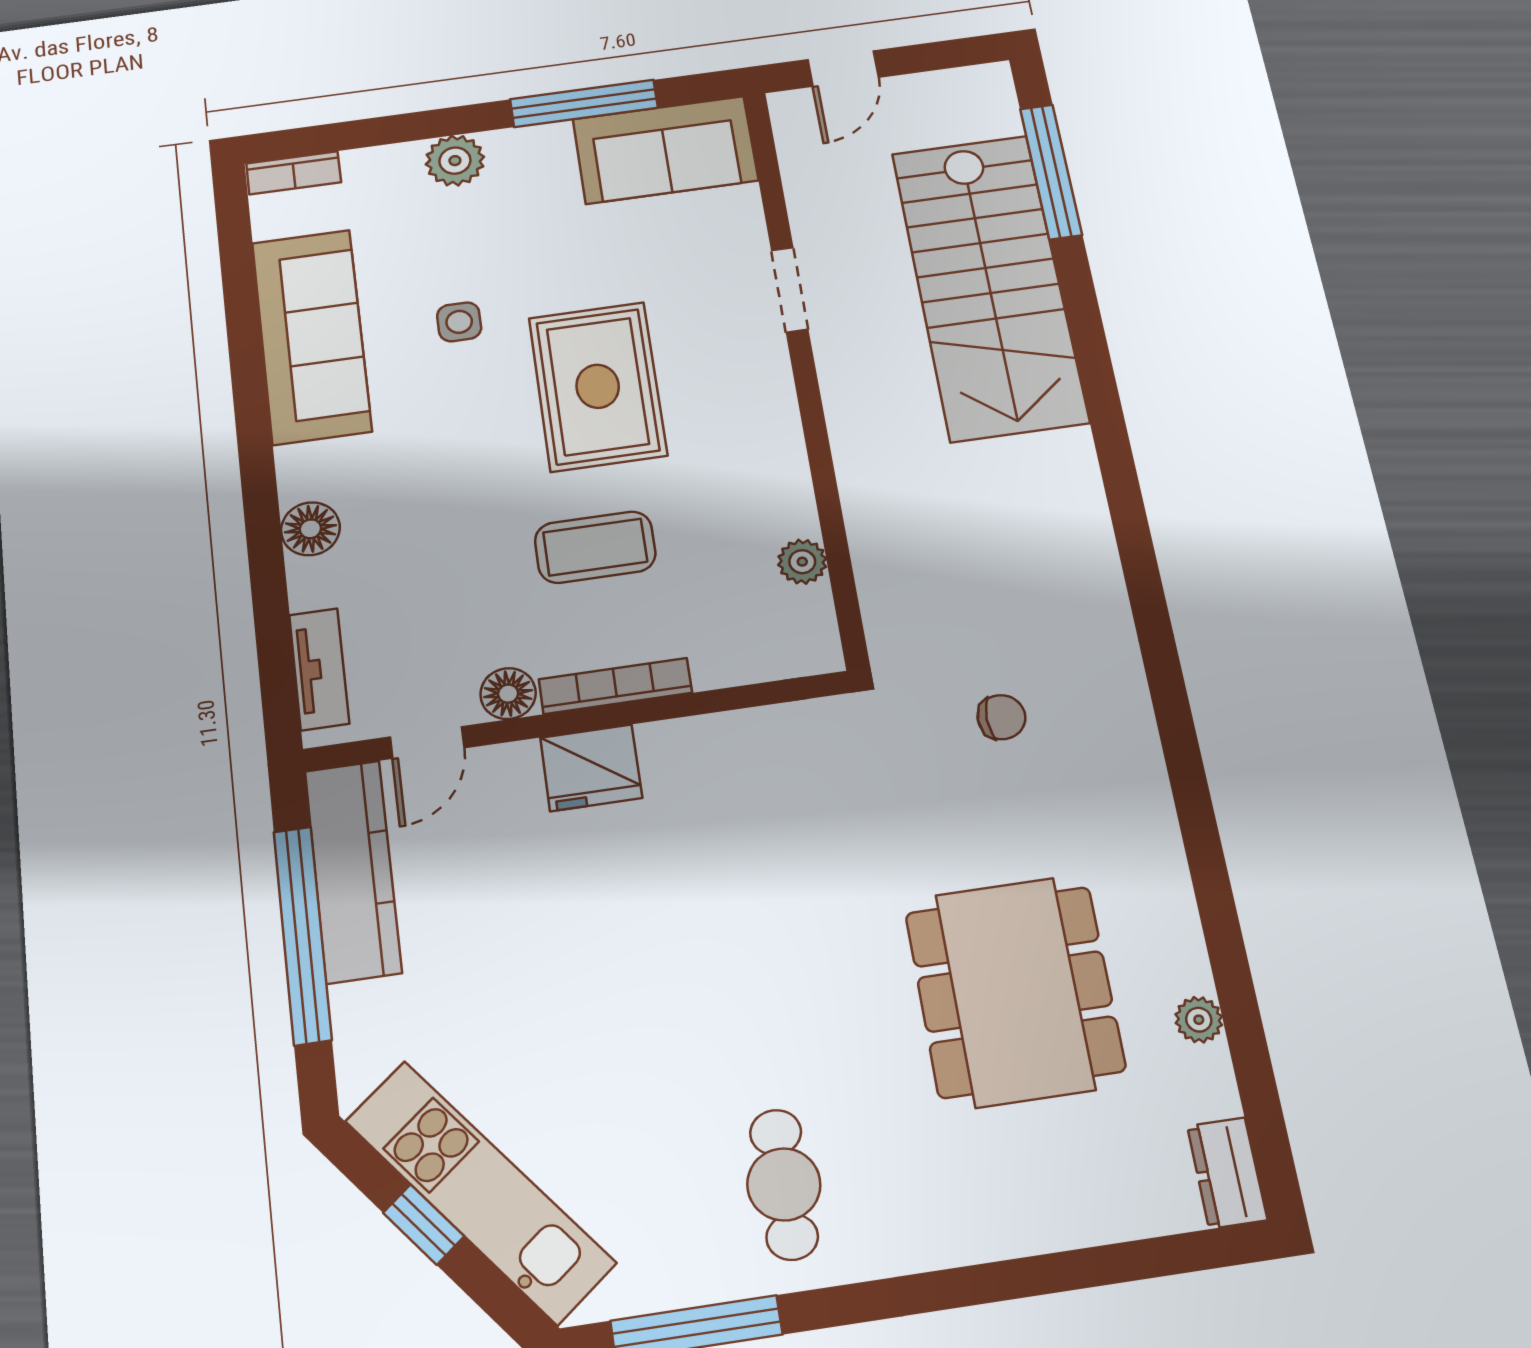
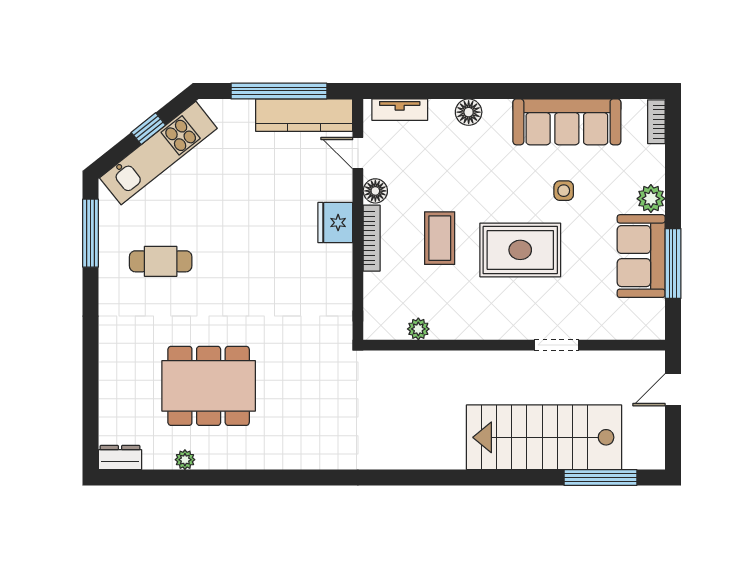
door: (843, 69) -> (673, 390), hinge flipped
sofa: (665, 150) -> (641, 256), moved
chair: (1001, 717) -> (331, 403), removed
cafe table: (784, 1184) -> (161, 261), moved

